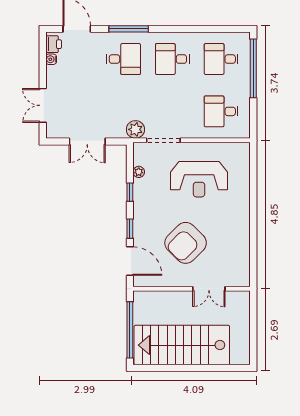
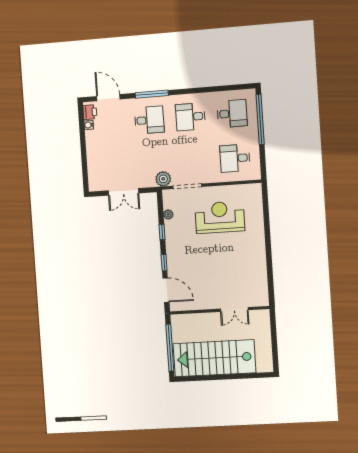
desk: (221, 59) -> (232, 114), turned 180
double door: (43, 105) -> (84, 164), removed
reception desk: (199, 179) -> (220, 217), turned 180
armchair: (186, 243) -> (212, 272), removed

